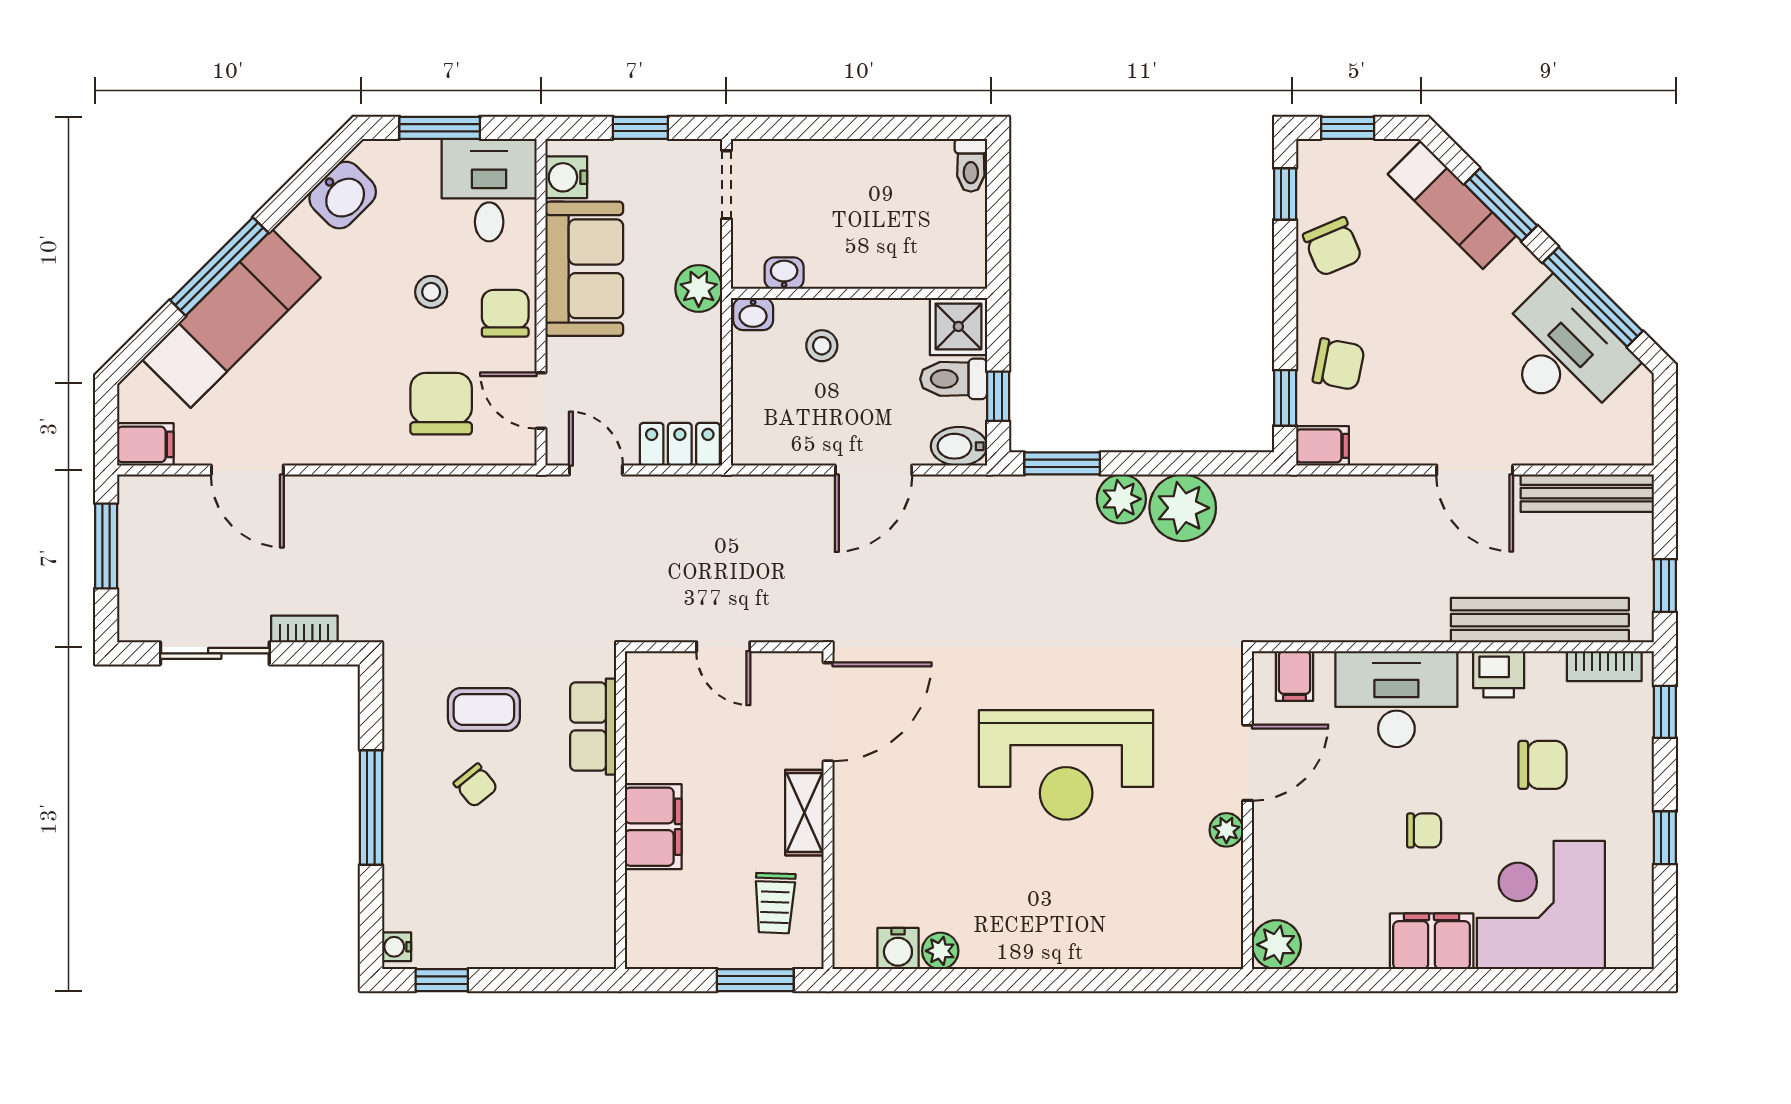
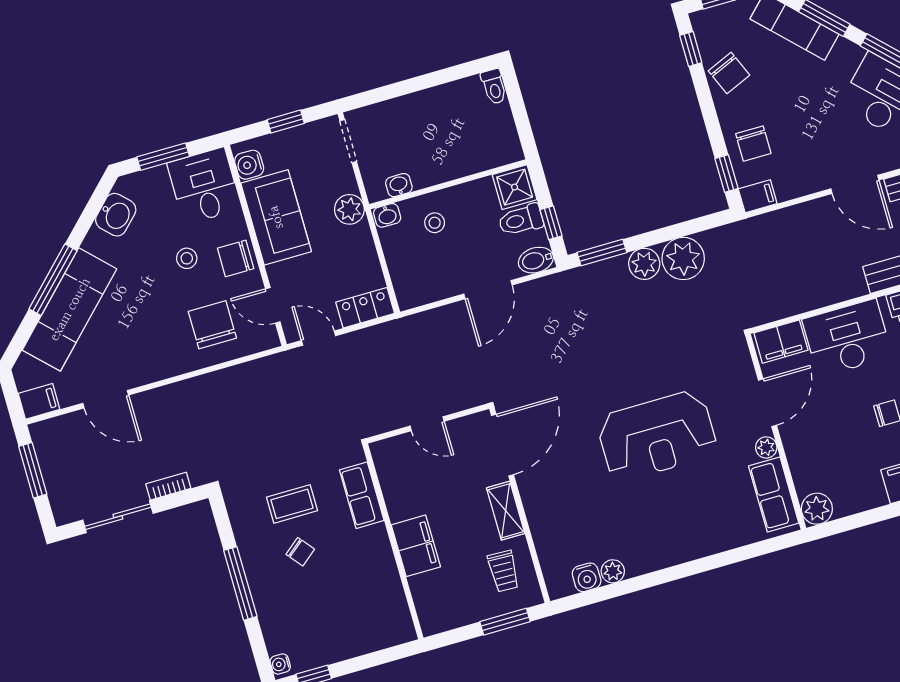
chair: (505, 313) -> (236, 258), turned -90
chair: (1339, 364) -> (753, 144), turned 79
filing cabinet: (1295, 676) -> (781, 342), width x2.00
row of seats: (1217, 904) -> (774, 495), added

